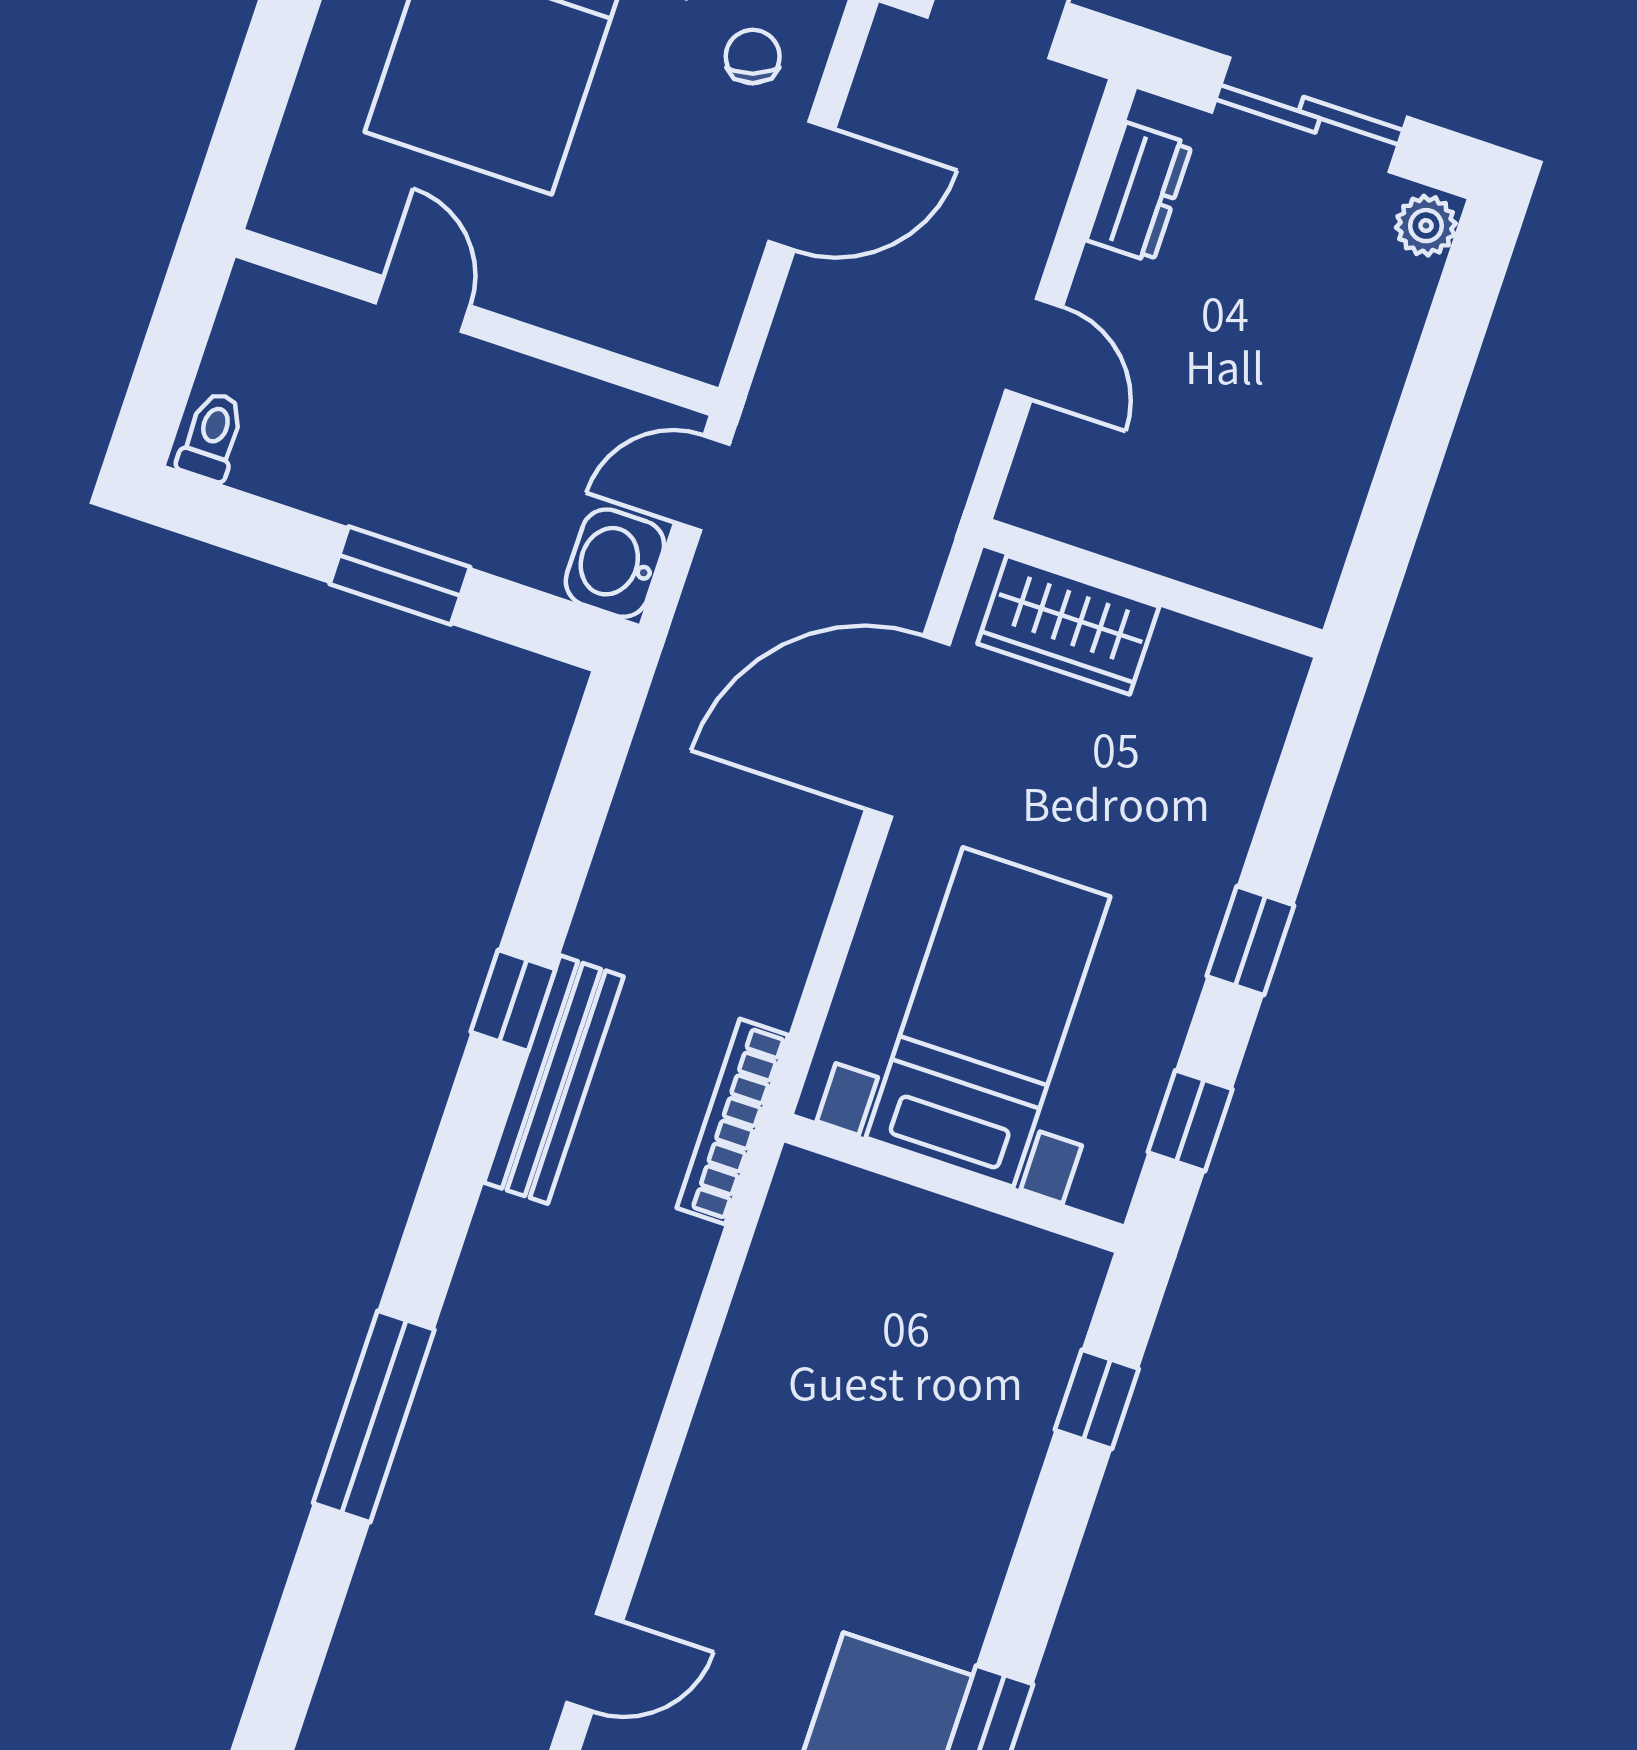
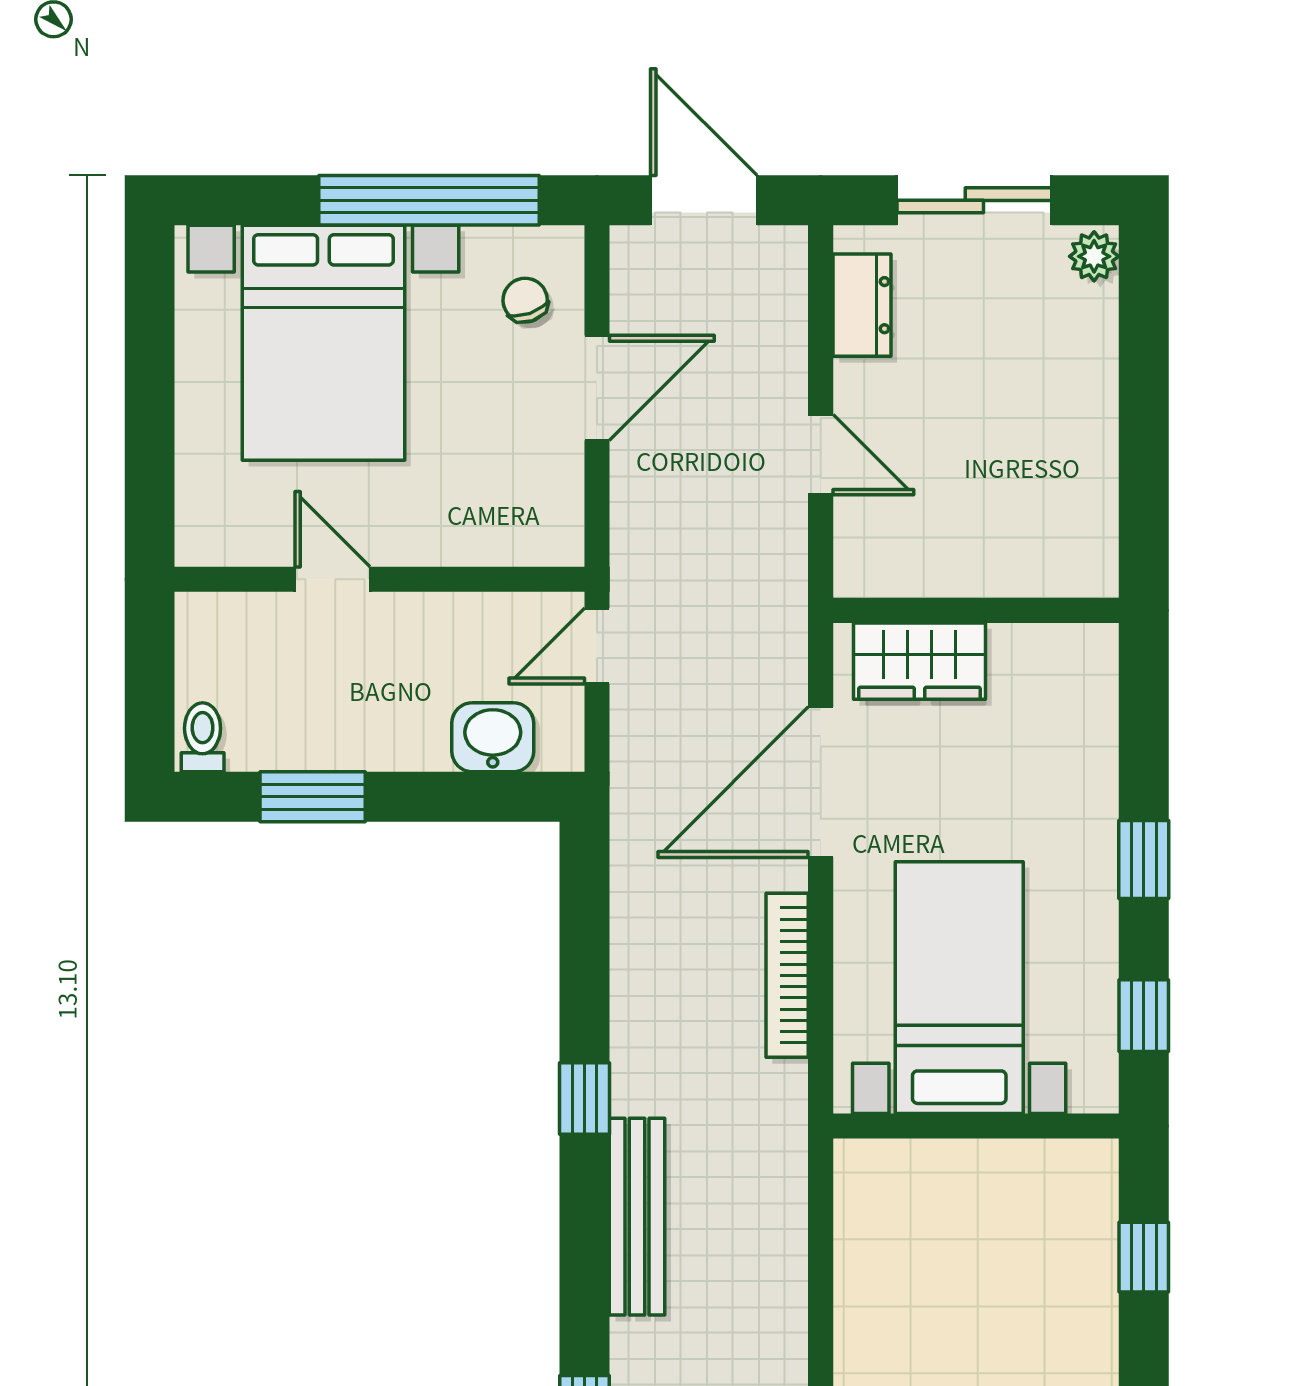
washbasin: (615, 563) -> (493, 737), moved, turned 90
window: (400, 576) -> (313, 797), moved
bench: (554, 1080) -> (637, 1217), moved
bookcase: (732, 1121) -> (787, 975), moved

